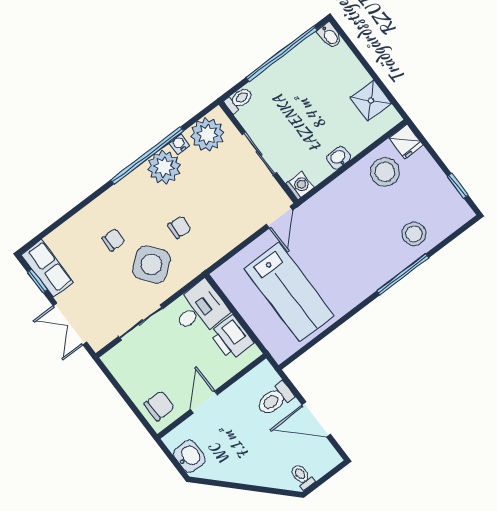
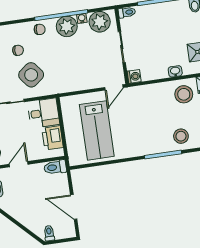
washbasin: (339, 158) -> (175, 71), moved
chair: (180, 227) -> (40, 29), moved
toilet: (275, 399) -> (55, 167), moved

